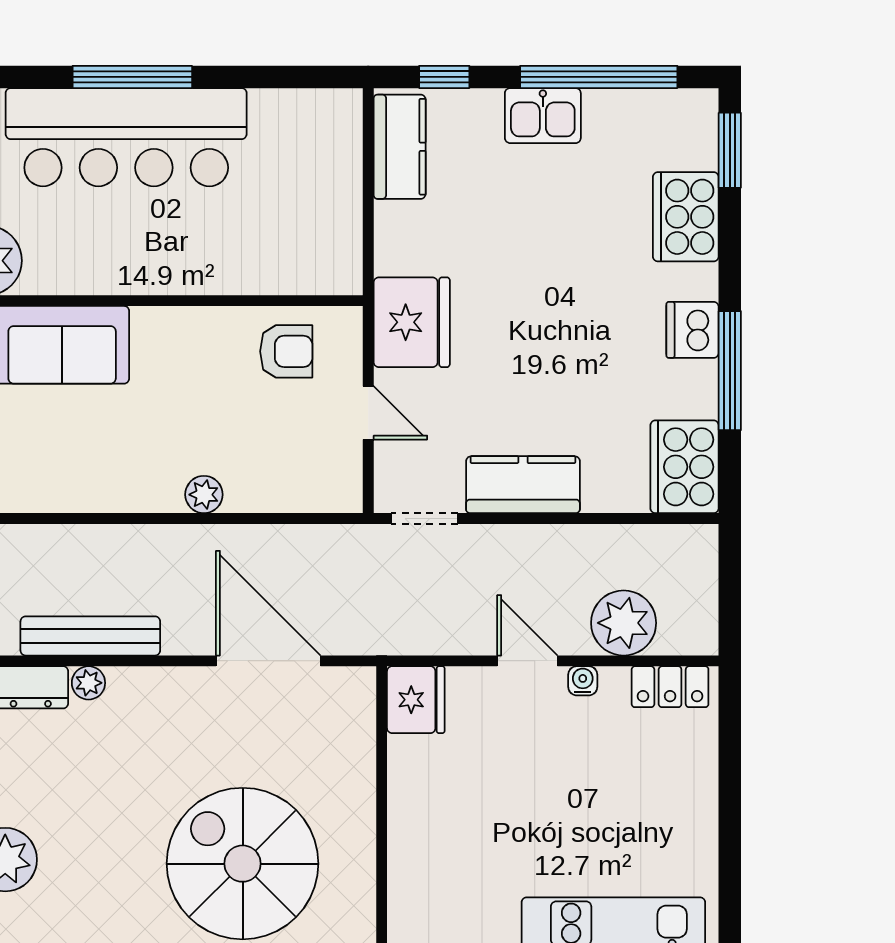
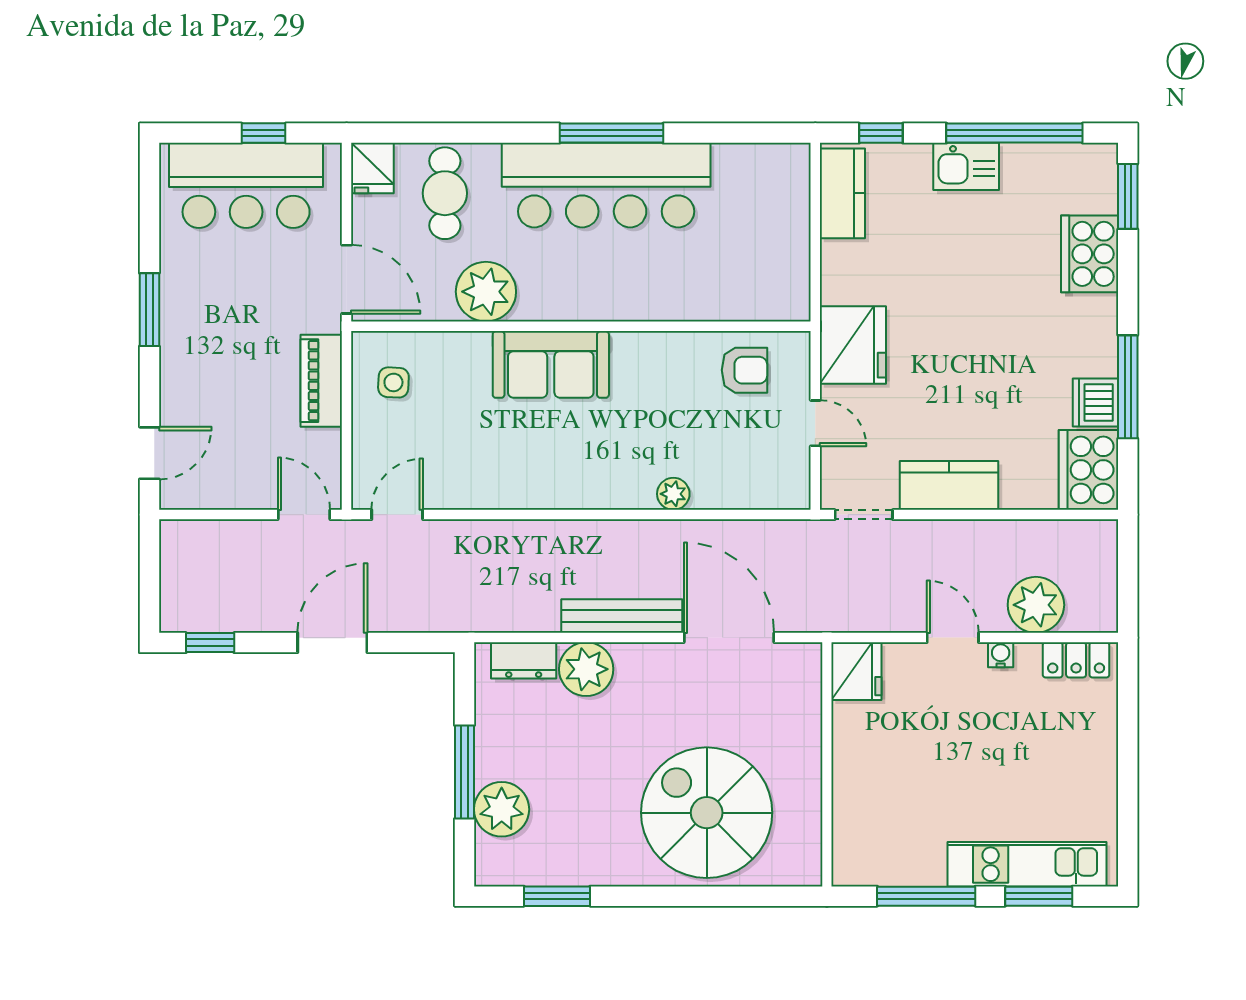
dishwasher: (693, 330) -> (1095, 402), moved
bench: (90, 636) -> (622, 616), moved
plant: (88, 683) -> (586, 669), width x1.87, depth x1.87

